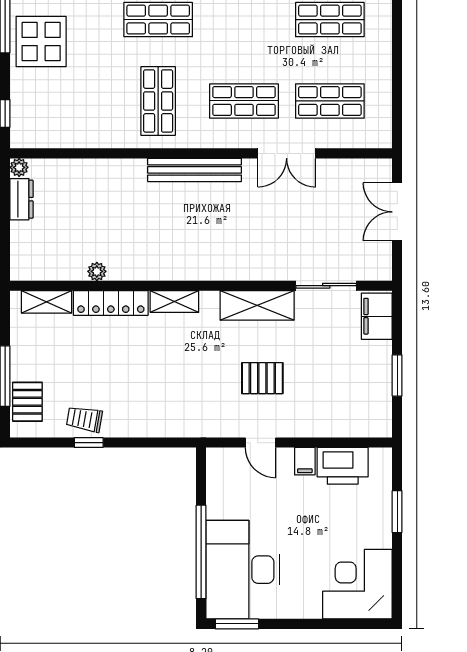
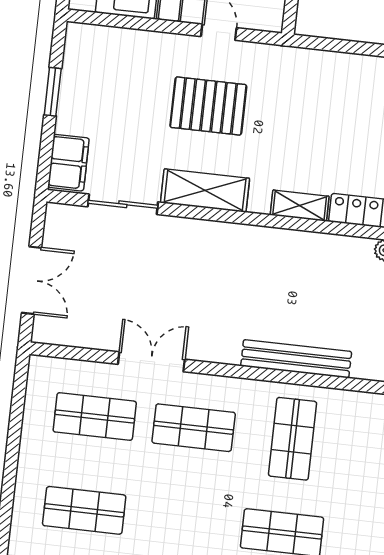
bench: (195, 170) -> (296, 359), moved
pallet: (262, 378) -> (208, 106), width x1.50, depth x1.42

